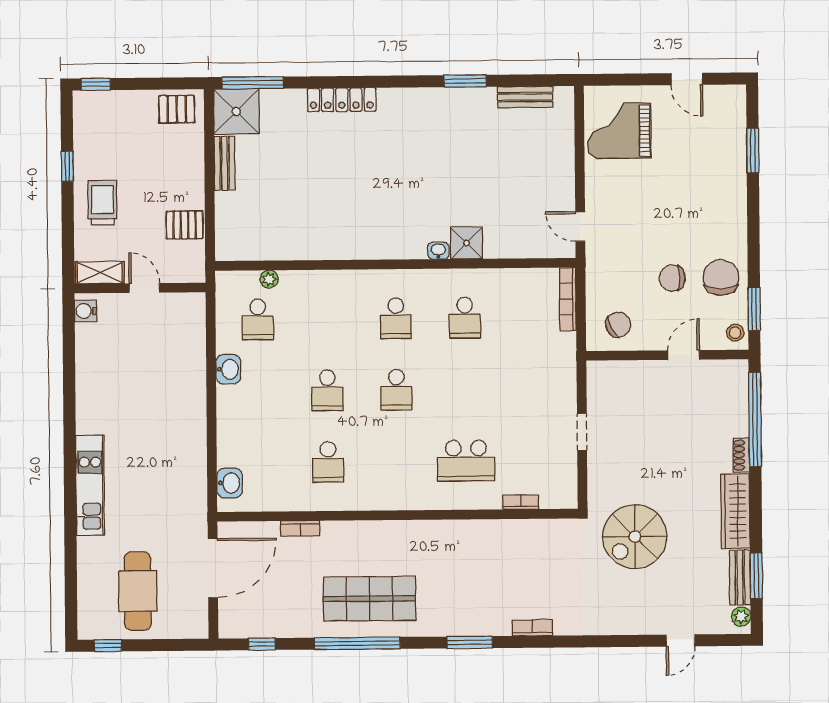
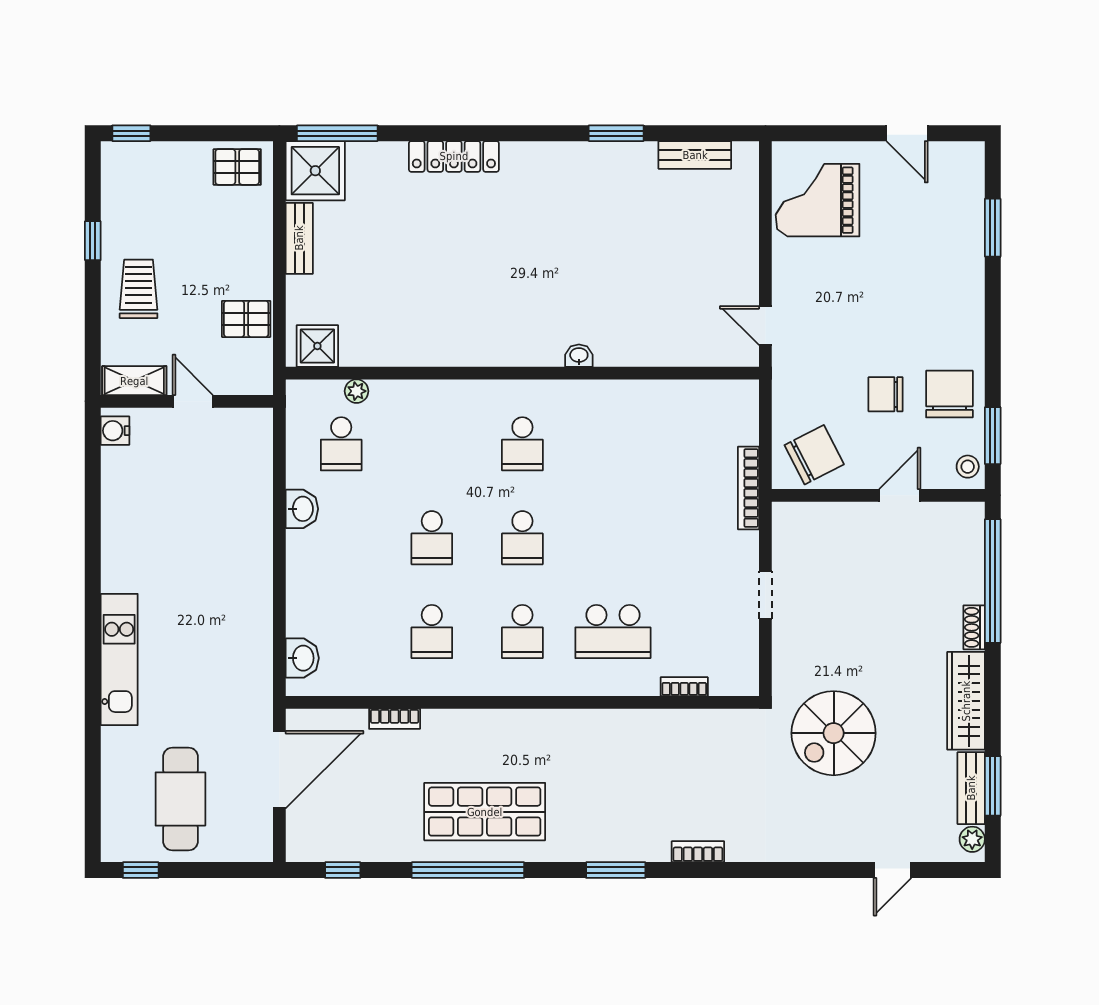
shower: (466, 243) -> (317, 346), moved
bookcase: (568, 299) -> (749, 488), moved
school desk: (465, 318) -> (522, 632), moved
chair: (618, 325) -> (814, 455), width x1.37, depth x1.37

